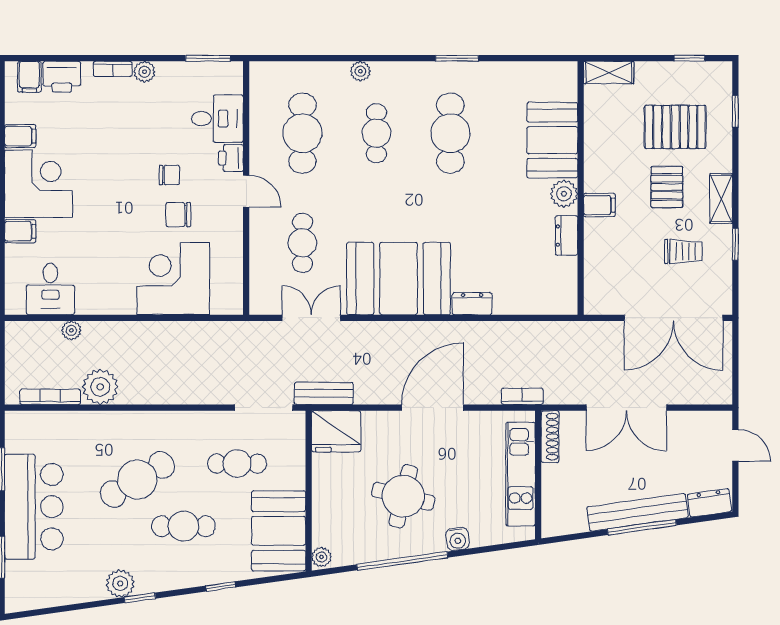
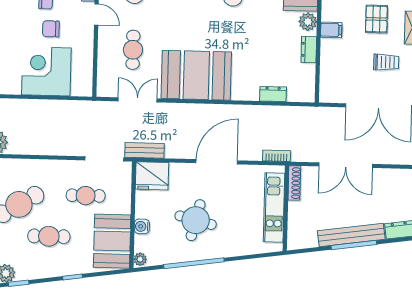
dresser: (472, 304) -> (273, 94), moved
water cooler: (458, 539) -> (142, 226), moved, turned 98

